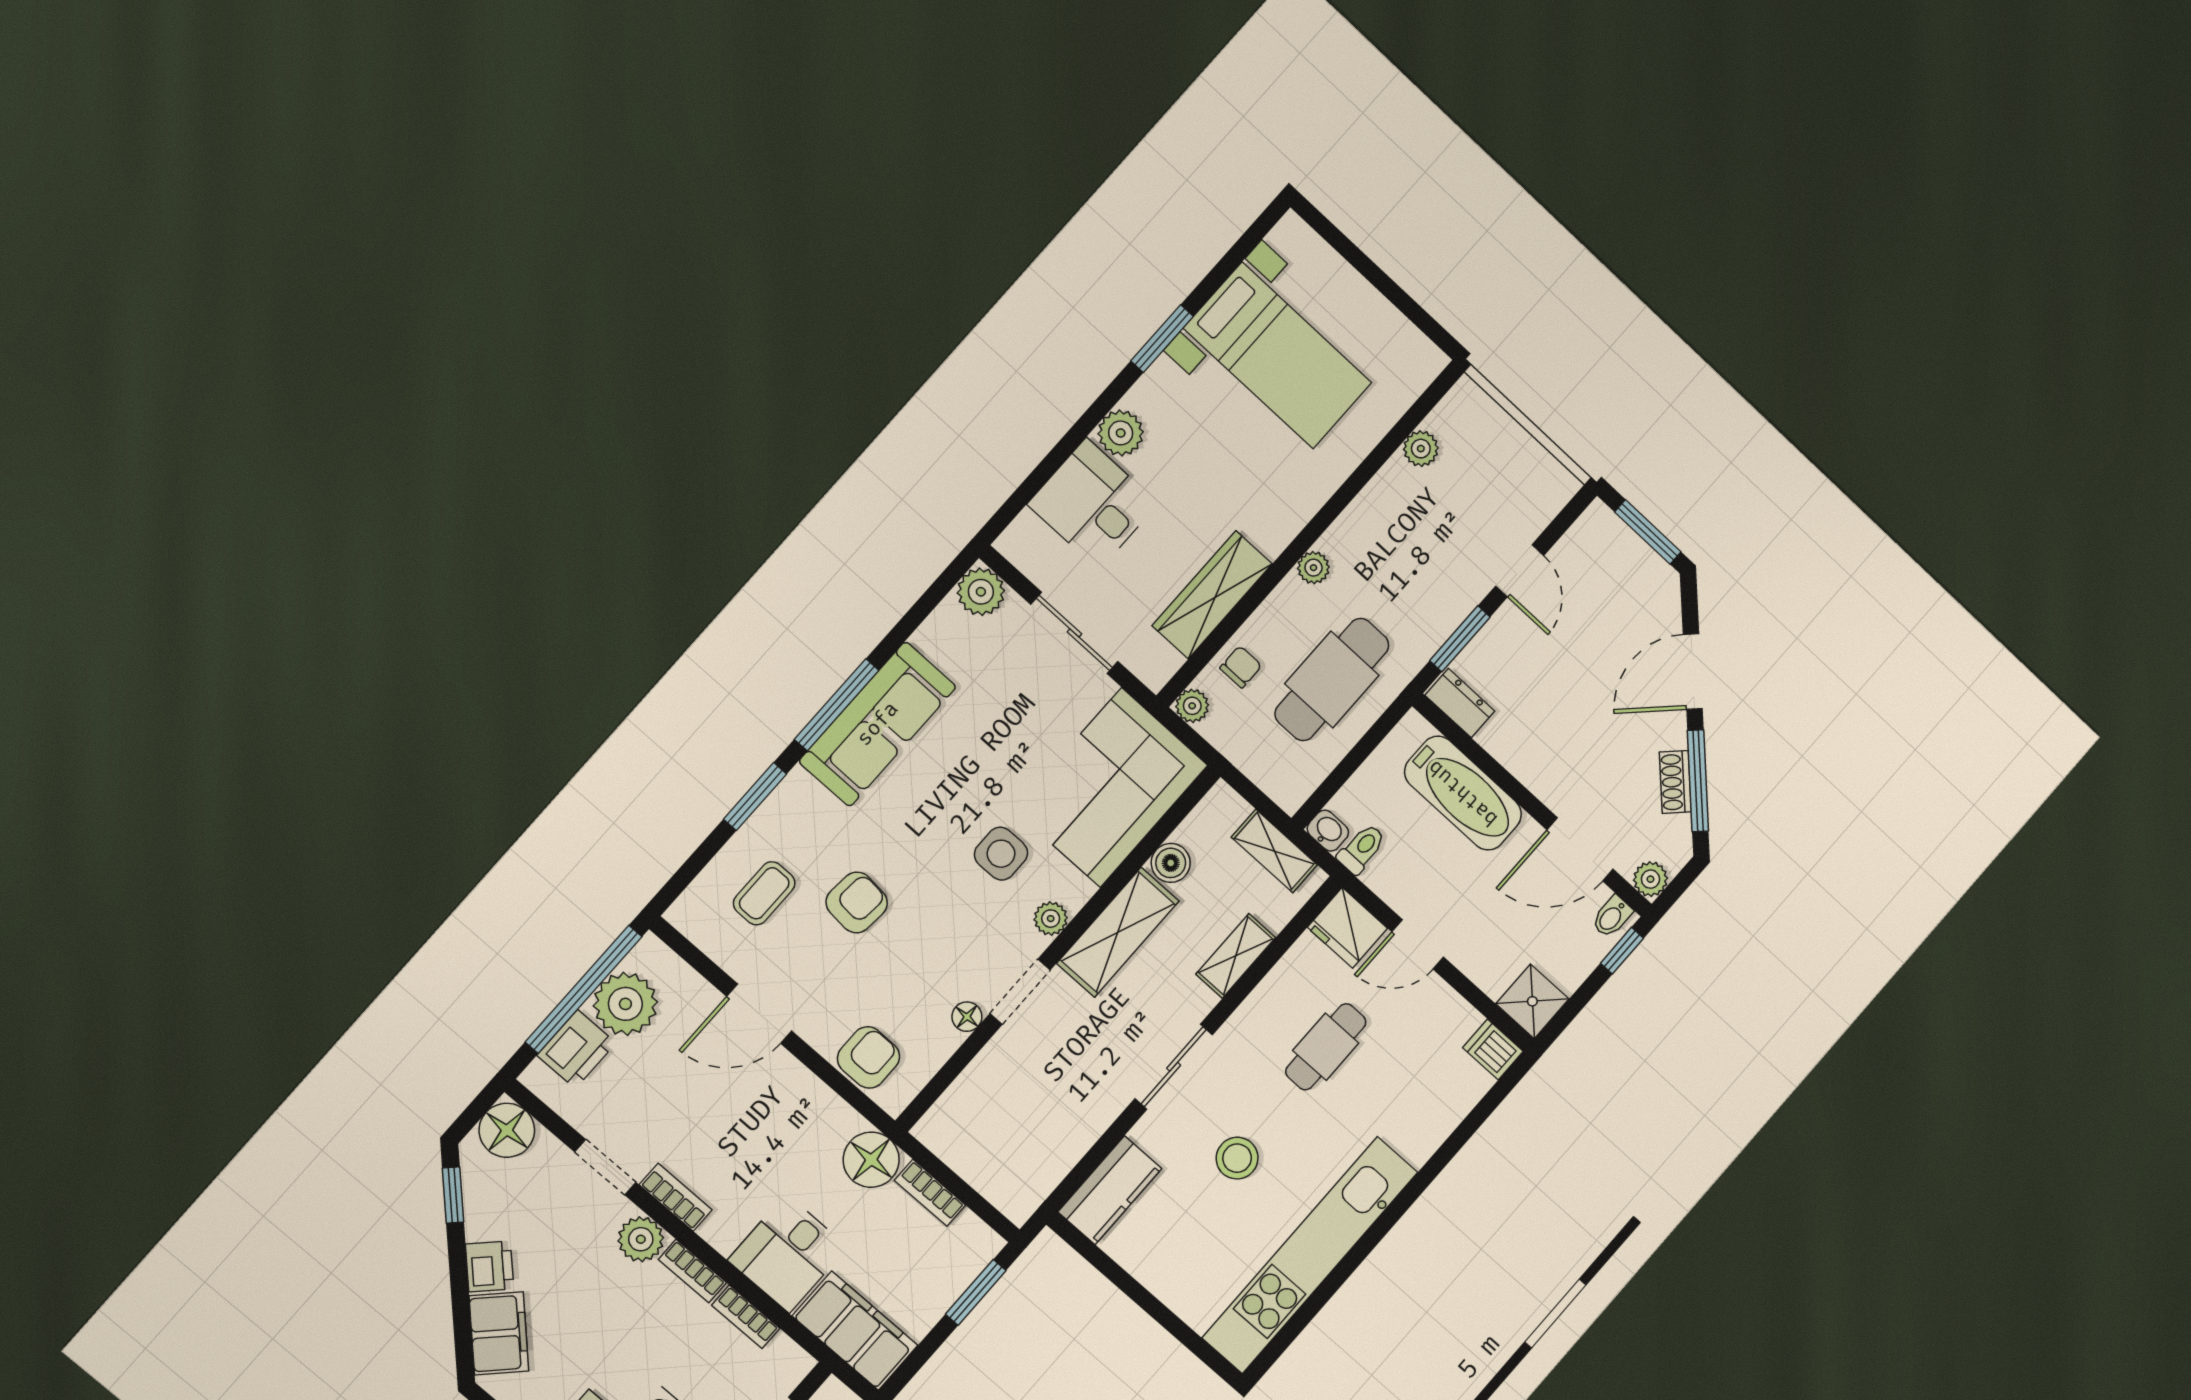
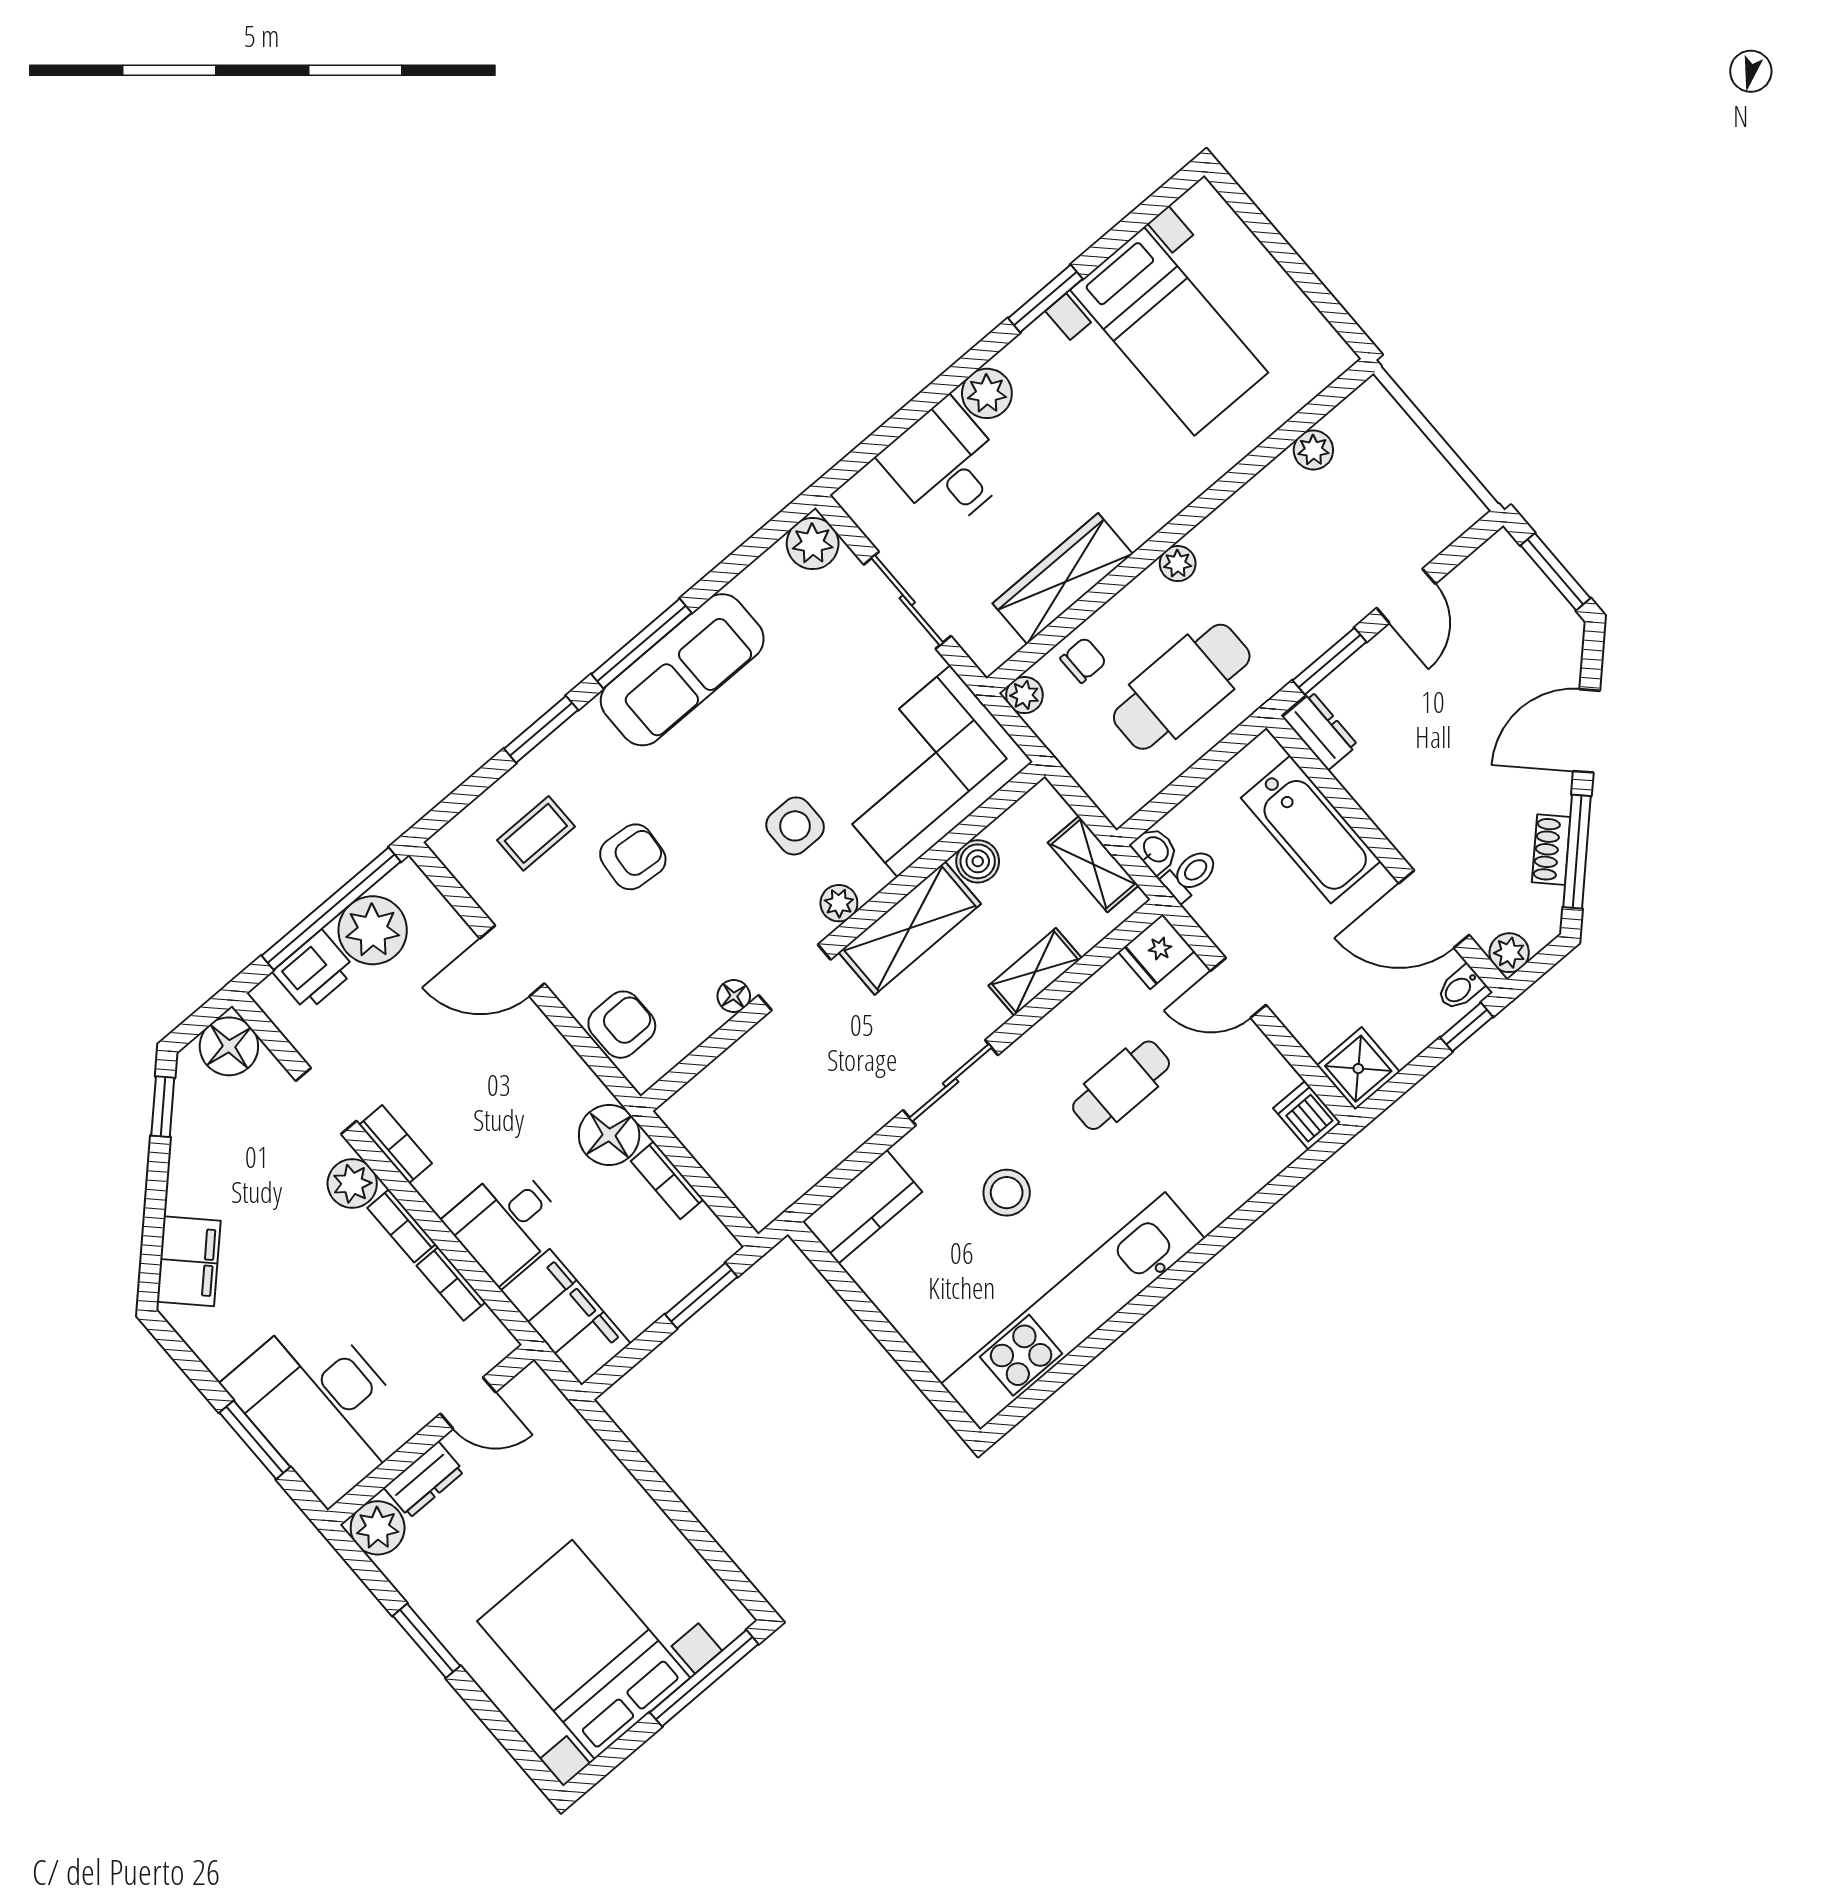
fridge: (1347, 928) -> (1156, 952), width x0.72
printer: (490, 1266) -> (190, 1188), removed

